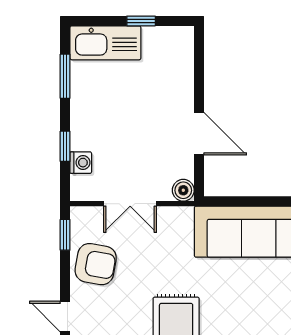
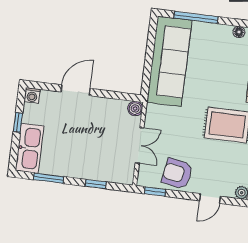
door: (199, 134) -> (75, 90), moved
washing machine: (81, 163) -> (32, 95), moved, turned 180
armchair: (96, 264) -> (177, 174), turned -90

